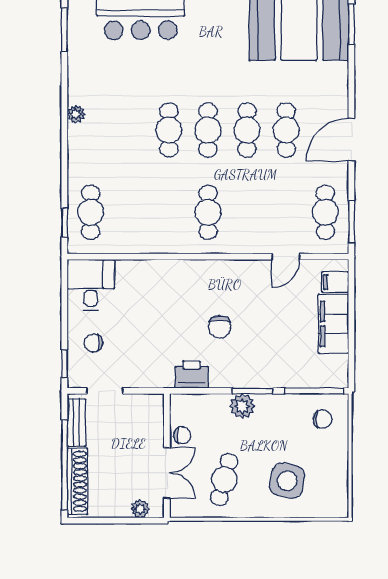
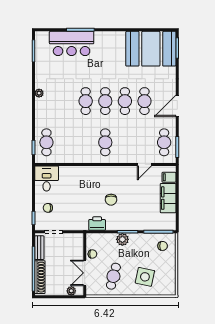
double door: (167, 473) -> (85, 273), swing flipped

